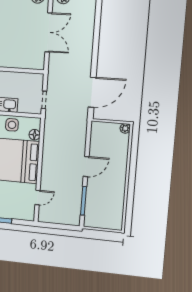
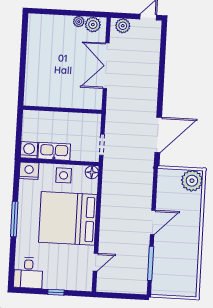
double door: (48, 32) -> (106, 66), swing flipped
plant: (125, 128) -> (192, 181), width x1.87, depth x1.87
floor lamp: (35, 135) -> (92, 172), moved

